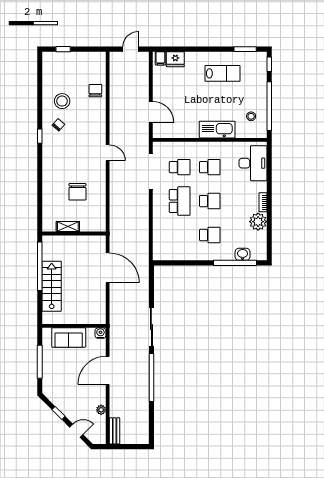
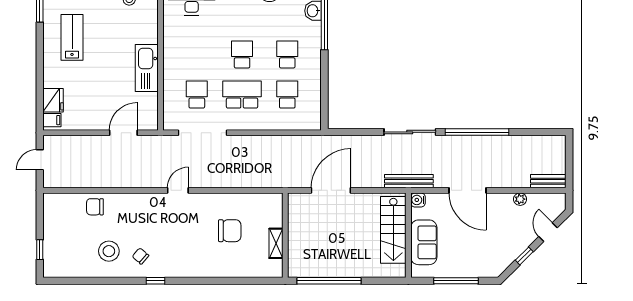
door: (131, 49) -> (40, 160), hinge flipped
kitchen sink: (217, 130) -> (147, 68), moved
school desk: (210, 167) -> (287, 95), moved
stairs: (52, 286) -> (393, 230), moved, turned -90
bench: (115, 326) -> (409, 181), added

